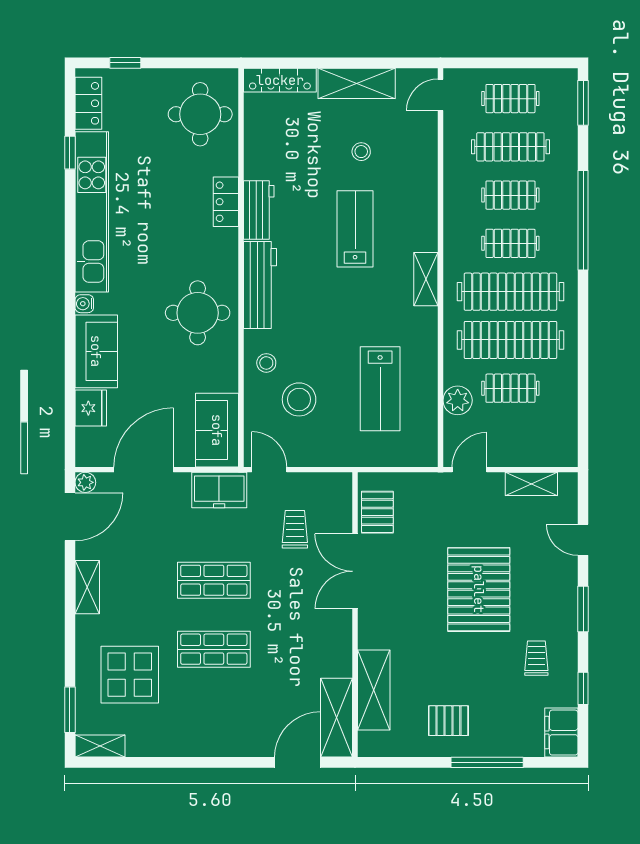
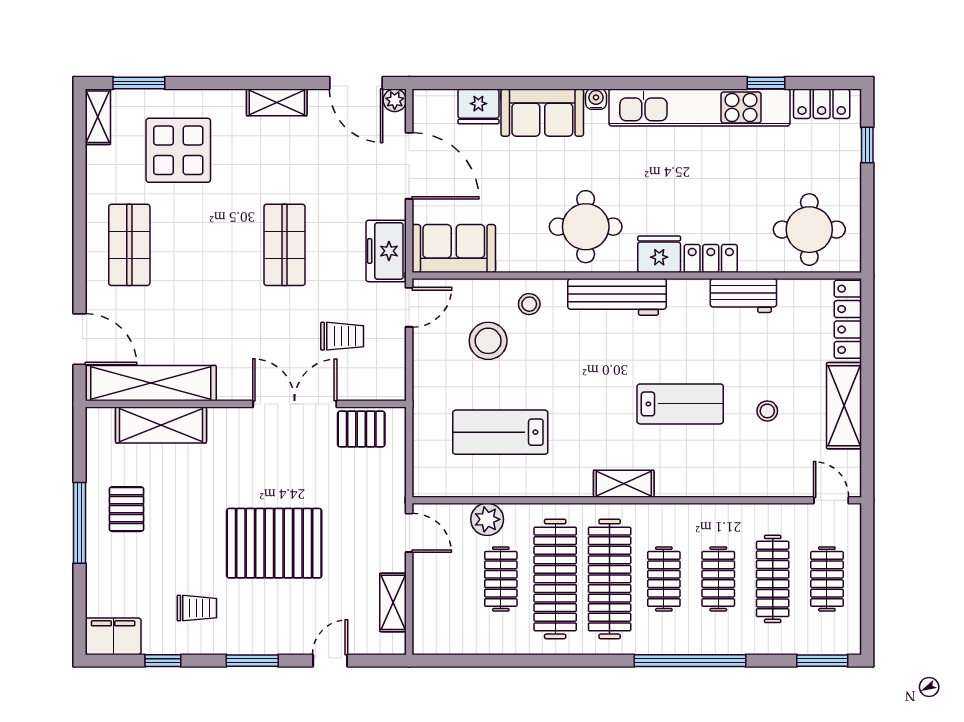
workbench: (259, 210) -> (743, 295), moved
fridge: (222, 248) -> (659, 254), added
shop shelf: (214, 649) -> (129, 245), moved
shelving: (337, 718) -> (151, 383), width x1.47
window: (487, 762) -> (79, 523), moved

